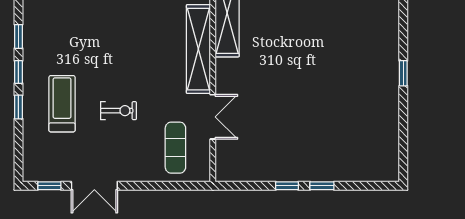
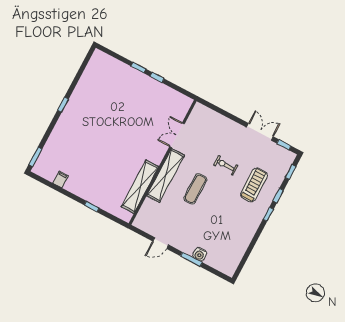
window: (18, 36) -> (291, 172), moved
treadmill: (62, 104) -> (254, 185), turned 180
exercise mat: (175, 148) -> (195, 189), moved

